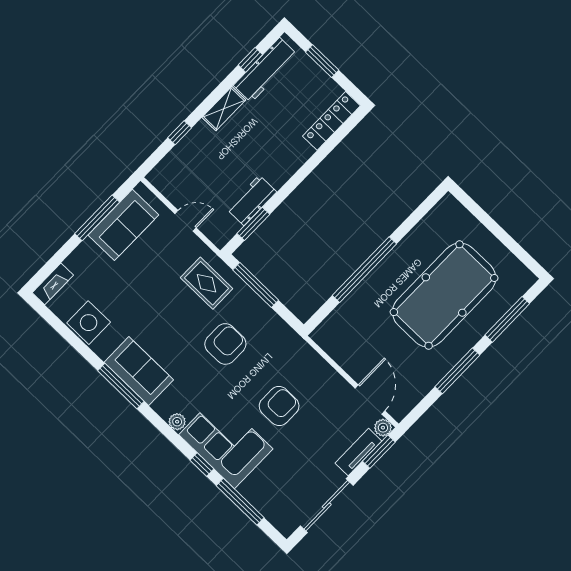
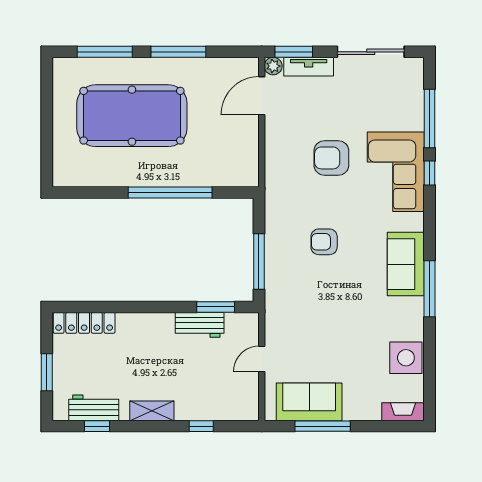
workbench: (265, 70) -> (94, 408), width x0.73
door: (186, 221) -> (262, 359), hinge flipped
rug: (207, 283) -> (293, 299), removed
armchair: (225, 344) -> (324, 242), width x0.72, depth x0.72
sofa: (139, 371) -> (406, 264), moved
plant: (177, 422) -> (416, 222), removed

